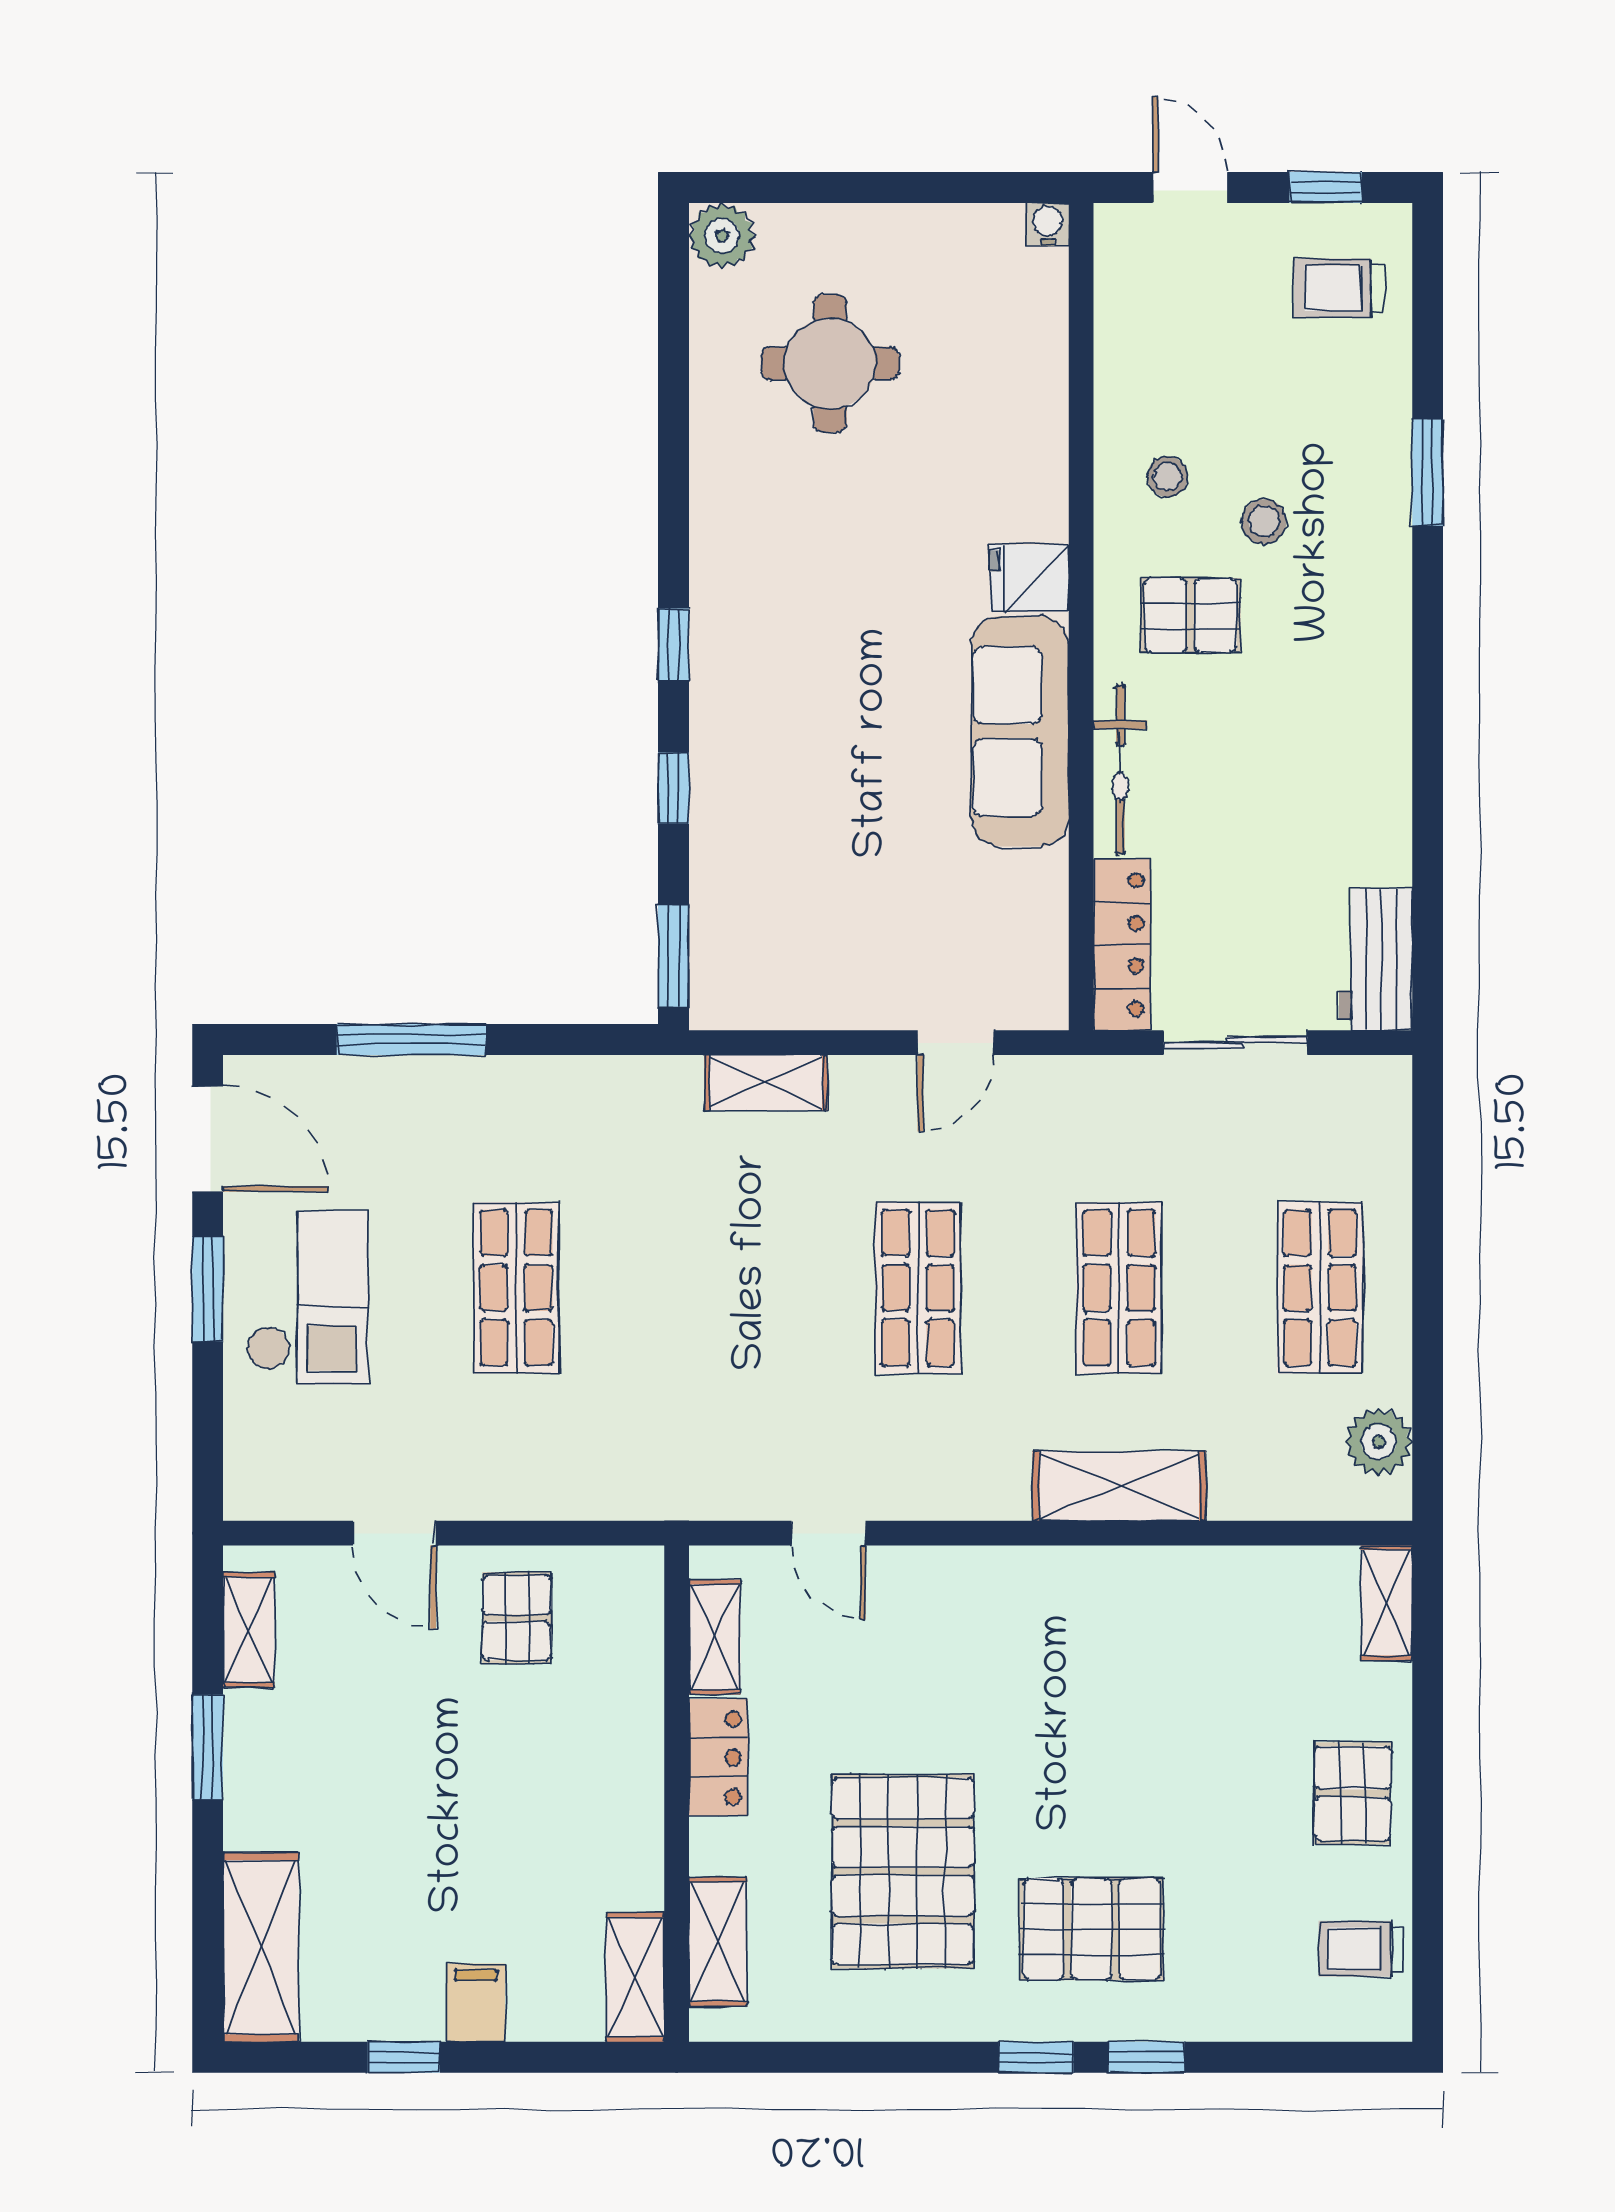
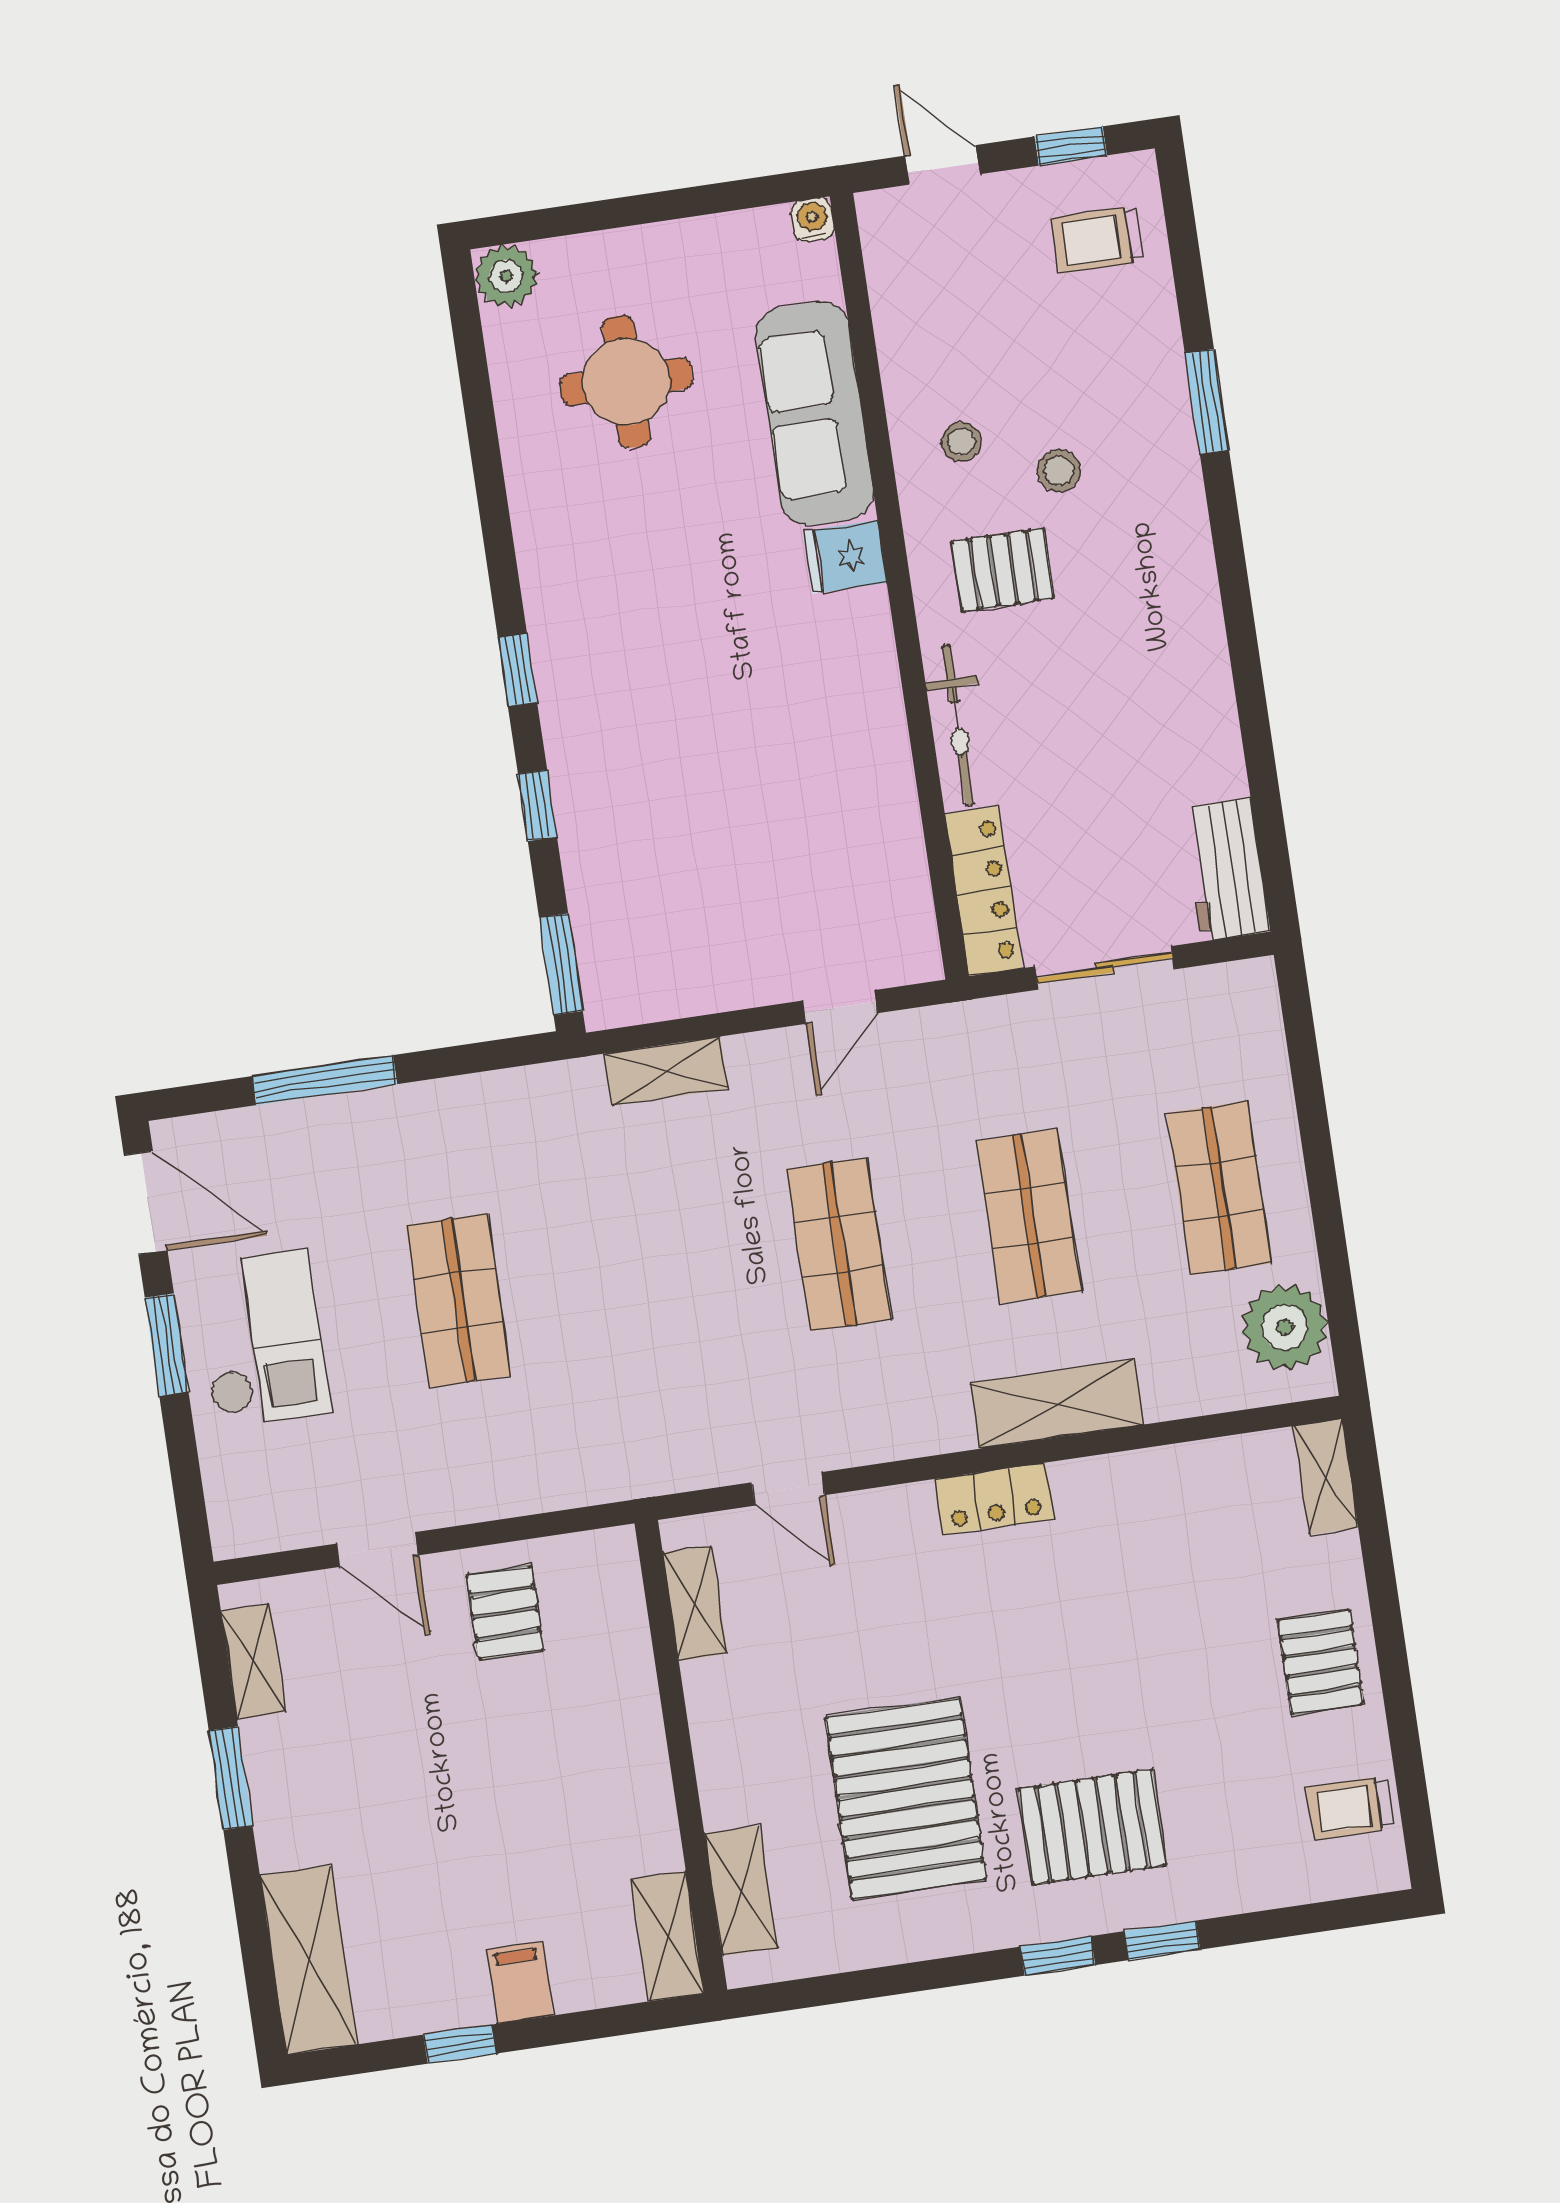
sofa: (1020, 731) -> (815, 413), moved
plant: (1379, 1442) -> (1285, 1327), width x1.36, depth x1.36
locker: (718, 1758) -> (994, 1499), moved, turned 90

